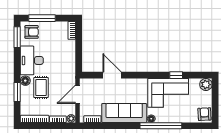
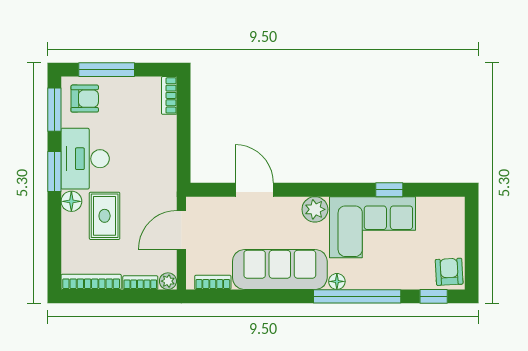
plant: (206, 85) -> (315, 209), moved
window: (17, 92) -> (54, 172), moved
window: (197, 126) -> (434, 296), added

